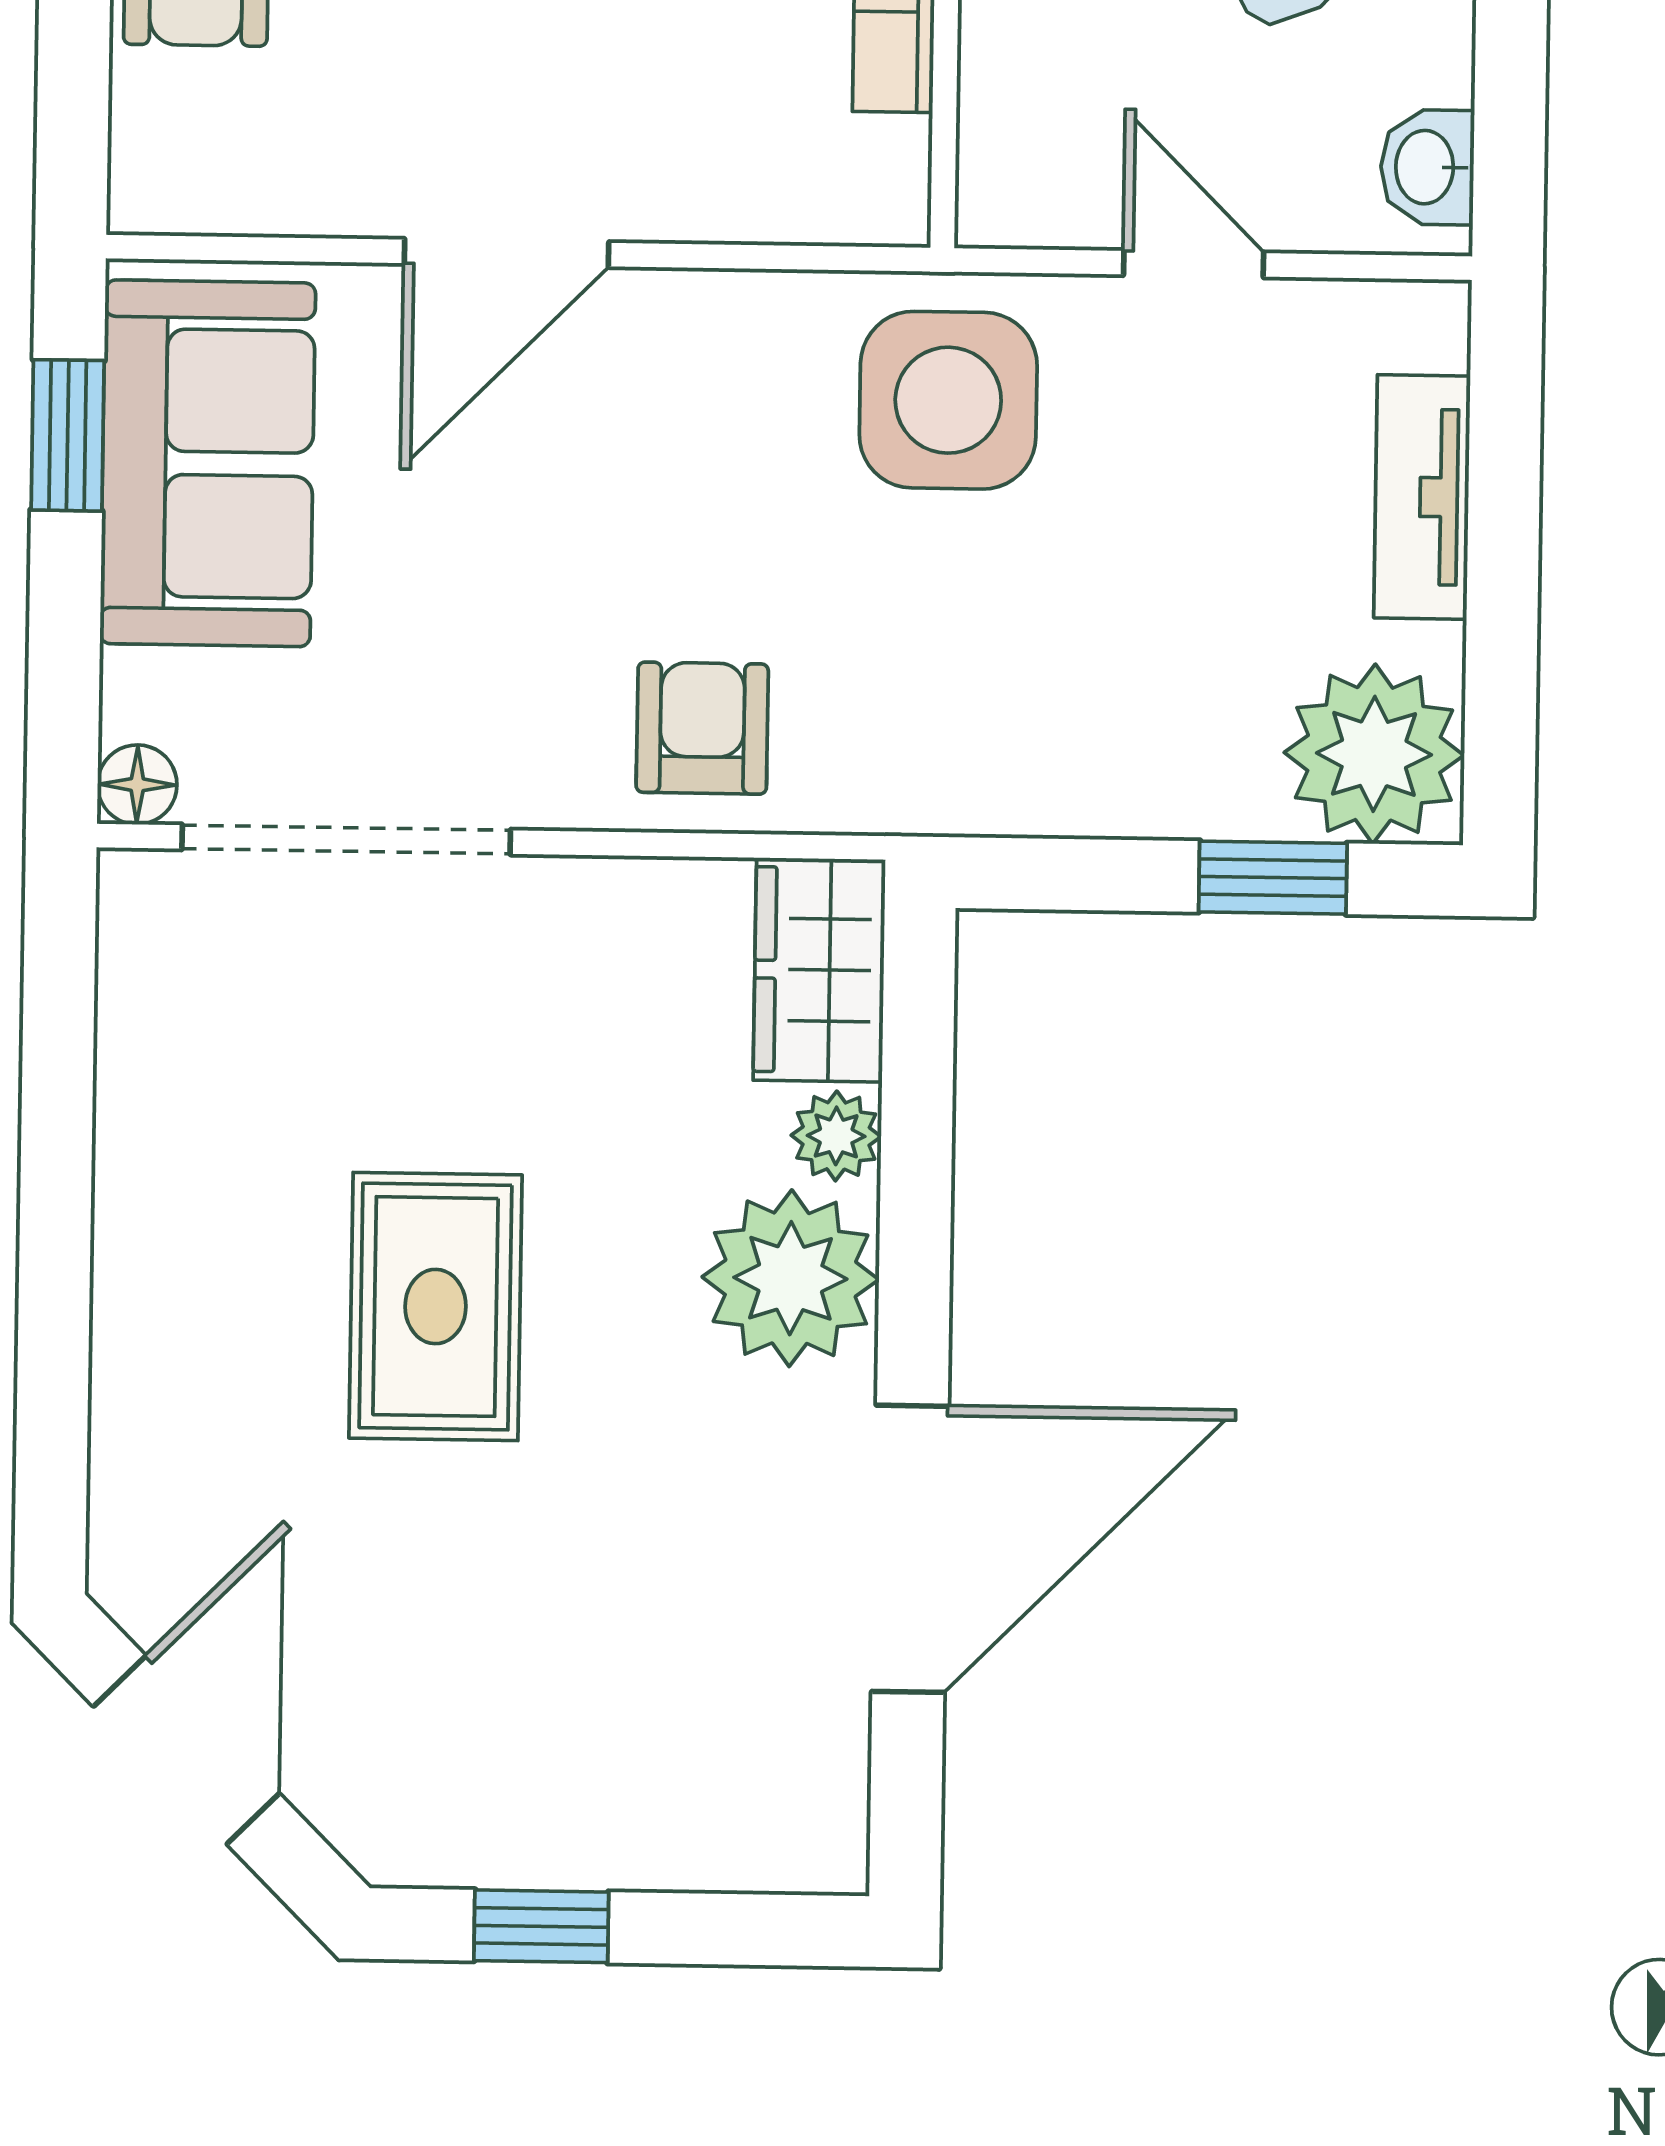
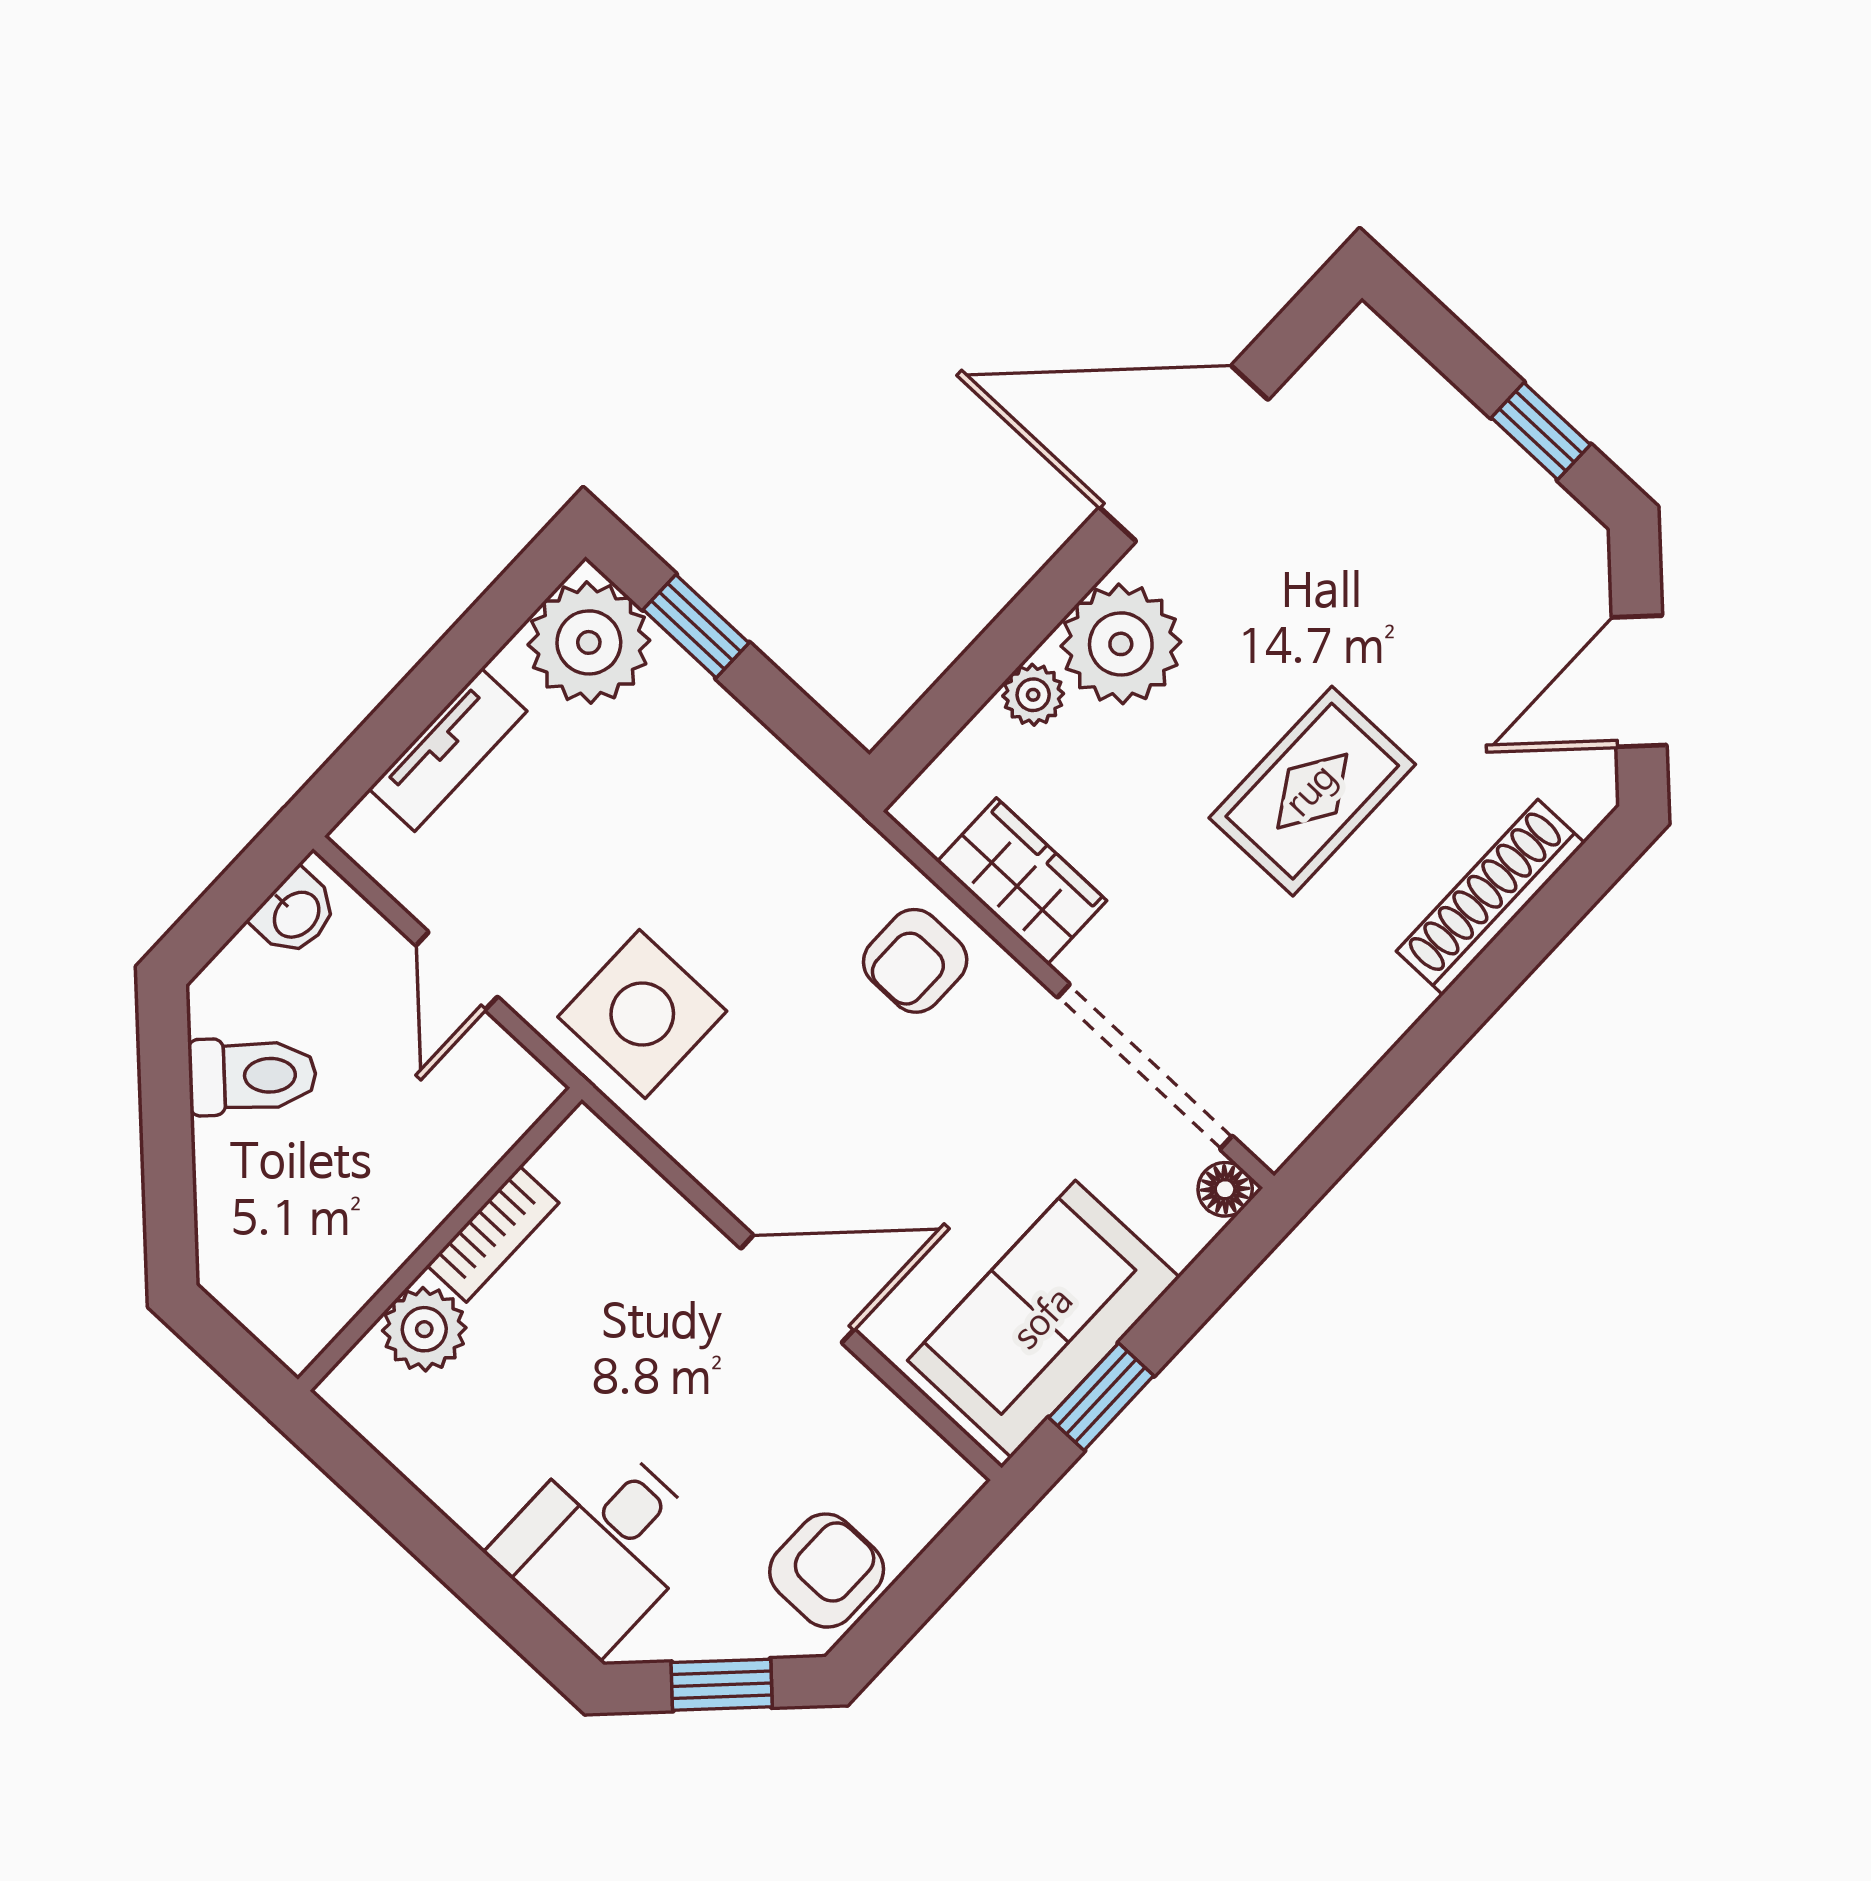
wardrobe: (819, 970) -> (1022, 881), moved, turned -90
shoe rack: (136, 1367) -> (1491, 897), added

